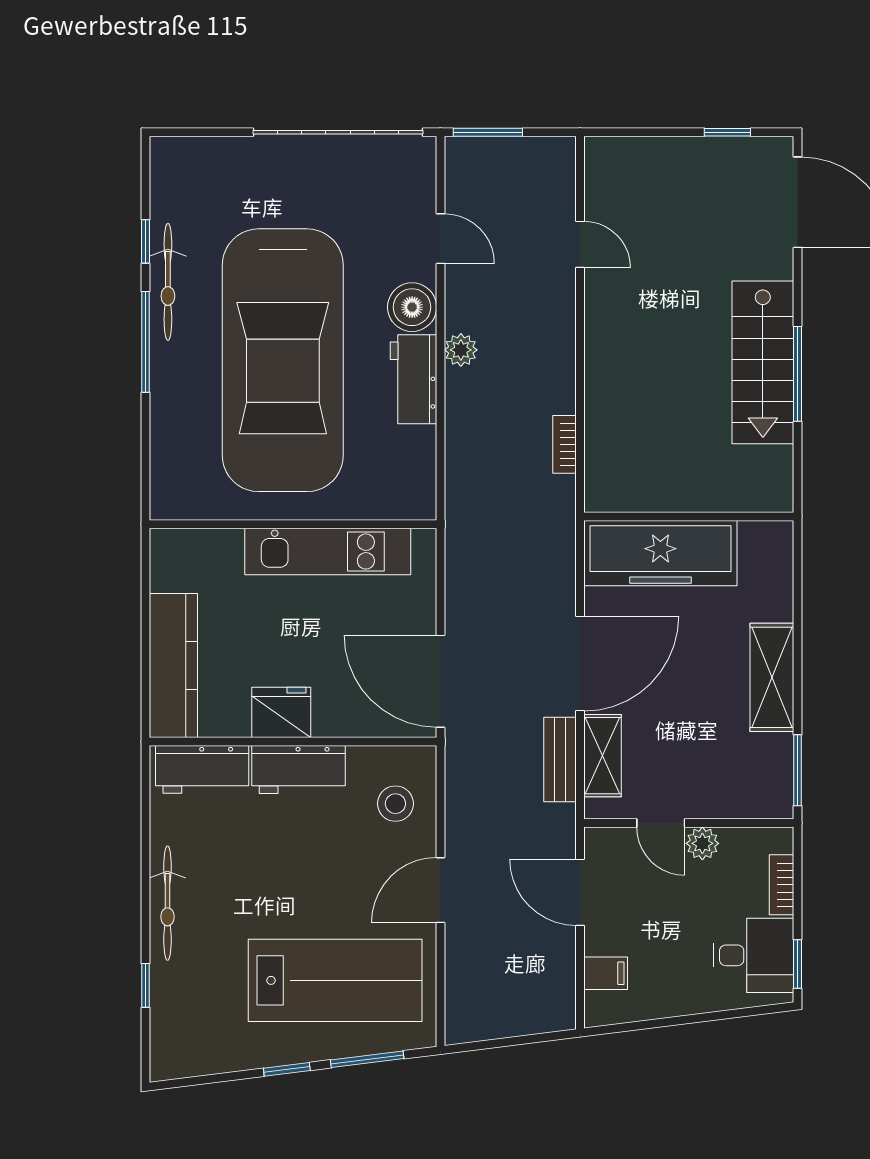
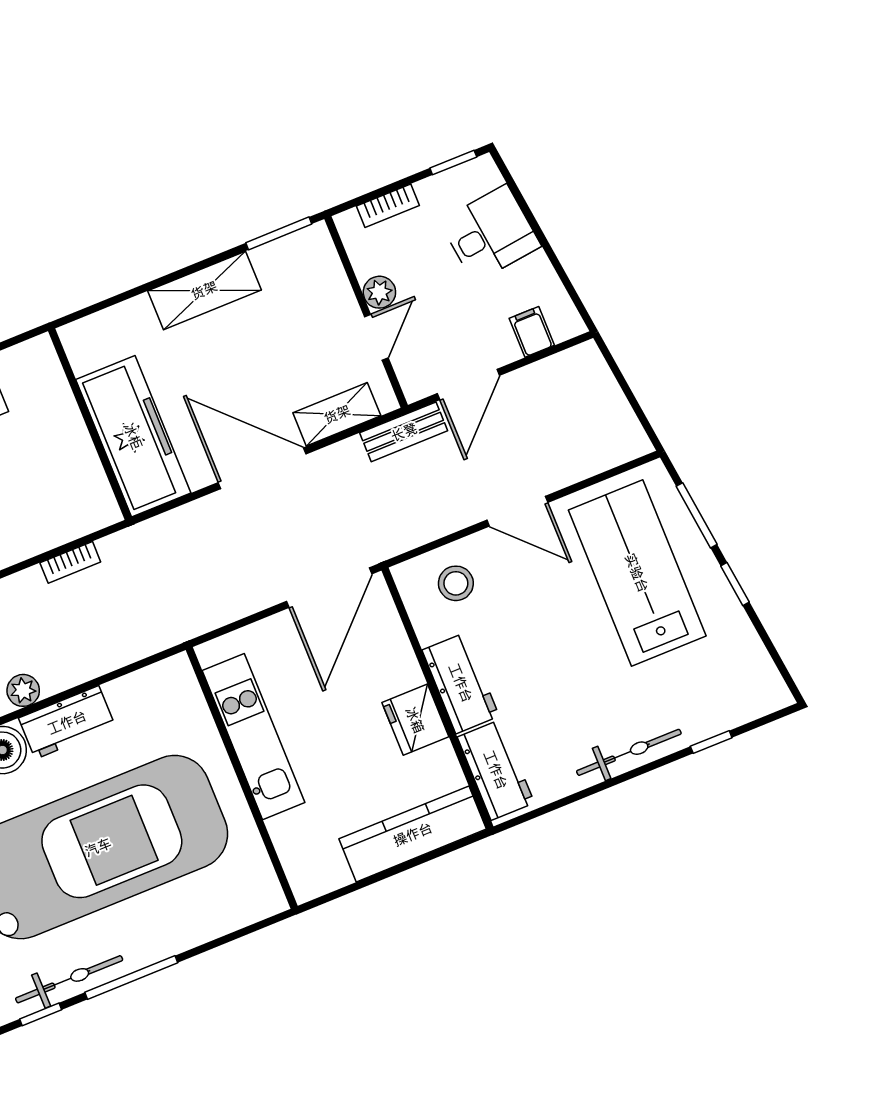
bench: (560, 759) -> (404, 432), moved
desk: (753, 955) -> (490, 234), moved, turned 83

